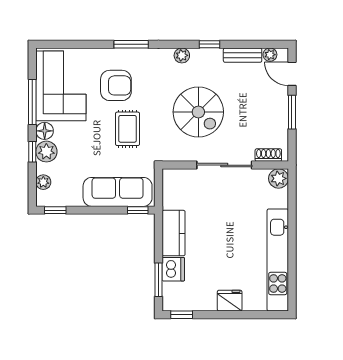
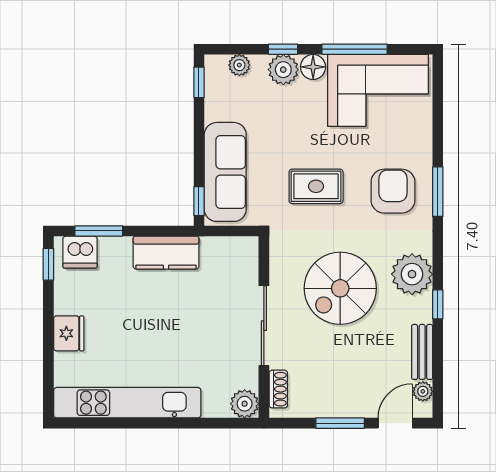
plant: (182, 55) -> (412, 274), width x1.88, depth x1.88
armchair: (116, 85) -> (393, 191), moved, turned 180
dishwasher: (173, 269) -> (80, 252), moved

